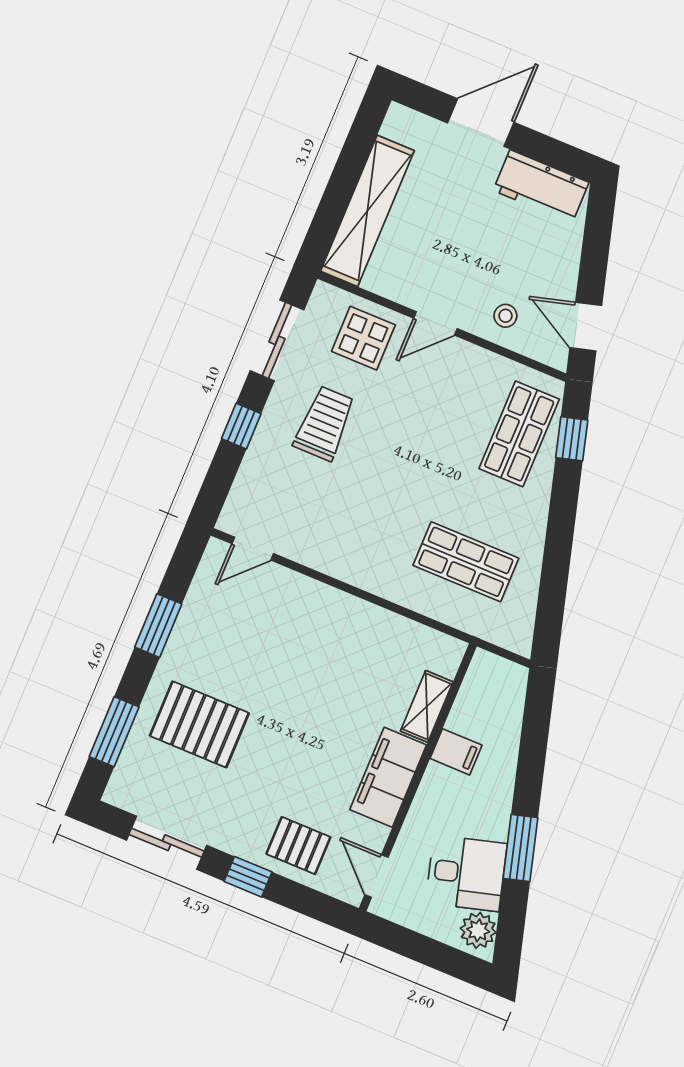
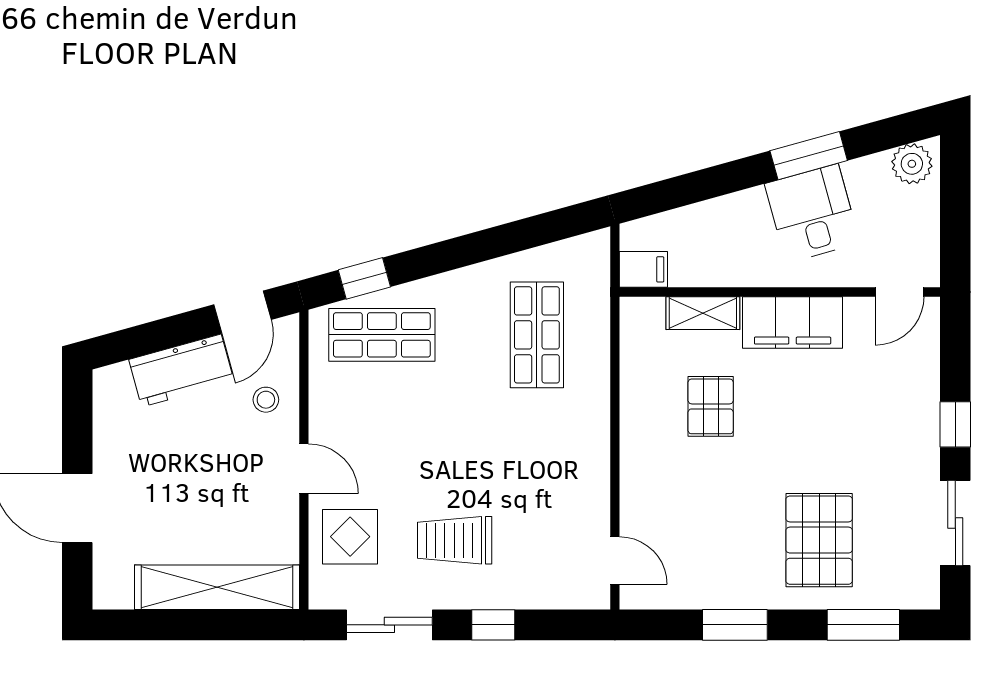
workbench: (541, 186) -> (181, 371), moved, turned 75
filing cabinet: (456, 752) -> (643, 269), moved, turned 90
pallet: (298, 846) -> (711, 406), moved
desk: (466, 873) -> (812, 213), moved

